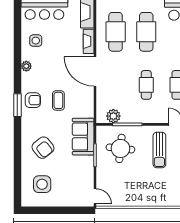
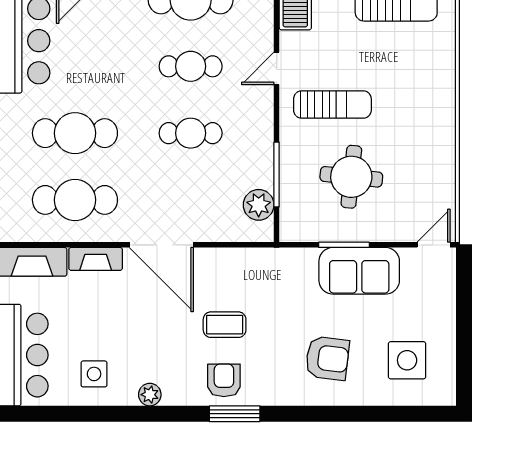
door: (95, 71) -> (161, 245), hinge flipped
sofa: (83, 137) -> (359, 271), moved
armchair: (43, 148) -> (327, 358), turned 46
round table: (120, 148) -> (351, 177), moved

